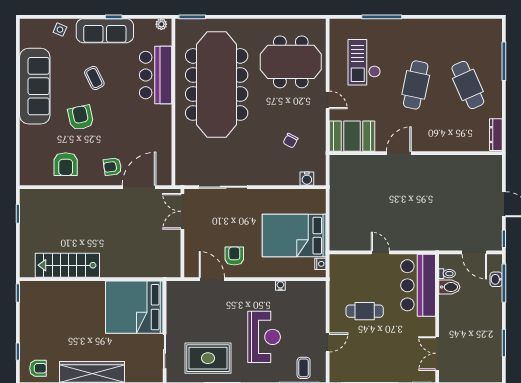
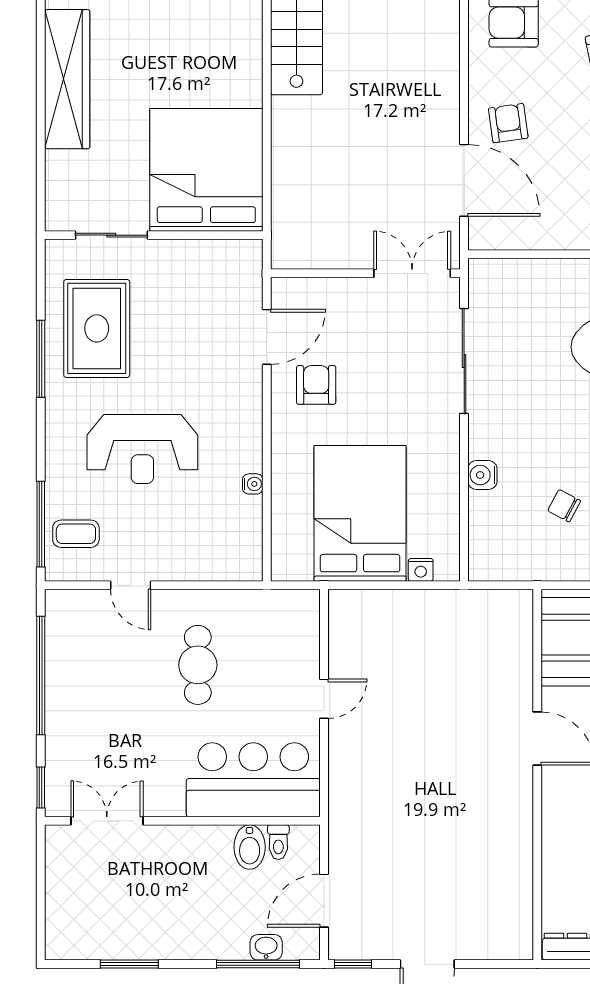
water cooler: (307, 179) -> (482, 475), moved
armchair: (234, 256) -> (316, 385), turned -90
nightstand: (320, 264) -> (421, 570), moved

